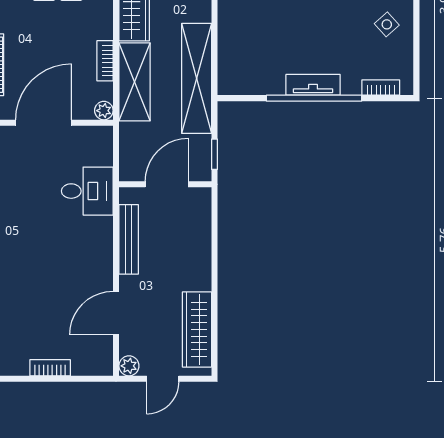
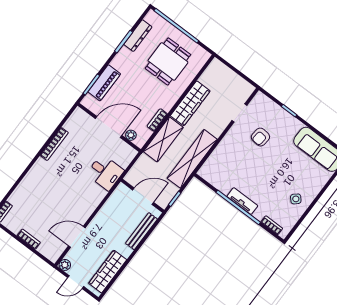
plant: (104, 111) -> (131, 135), moved
bench: (129, 239) -> (141, 231), moved

